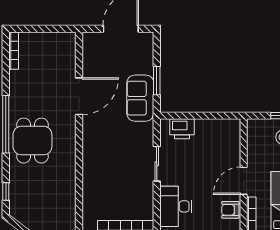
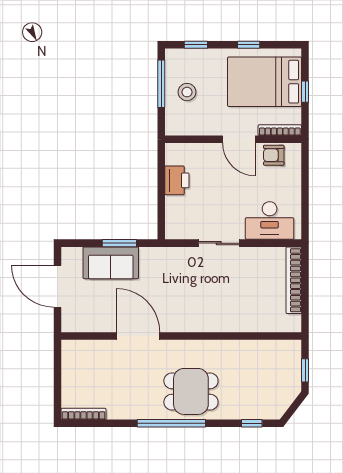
sofa: (140, 98) -> (111, 263), moved
printer: (182, 129) -> (177, 180), moved
armchair: (230, 210) -> (274, 155), turned 90

